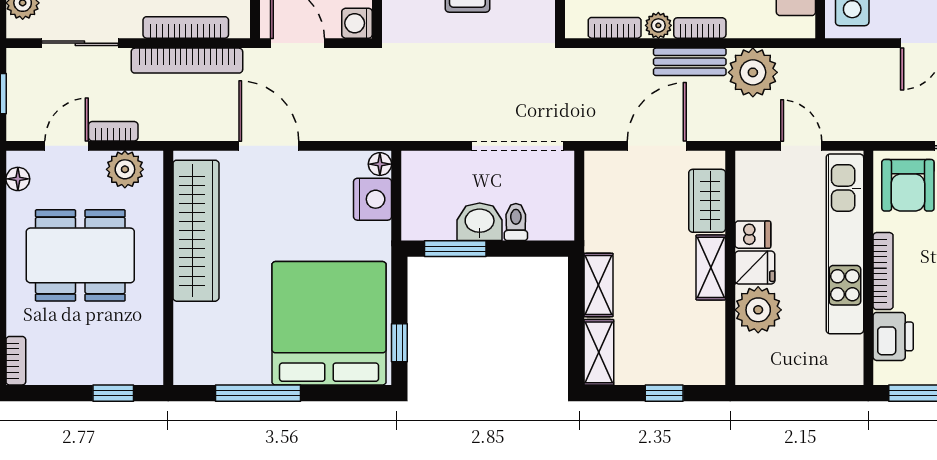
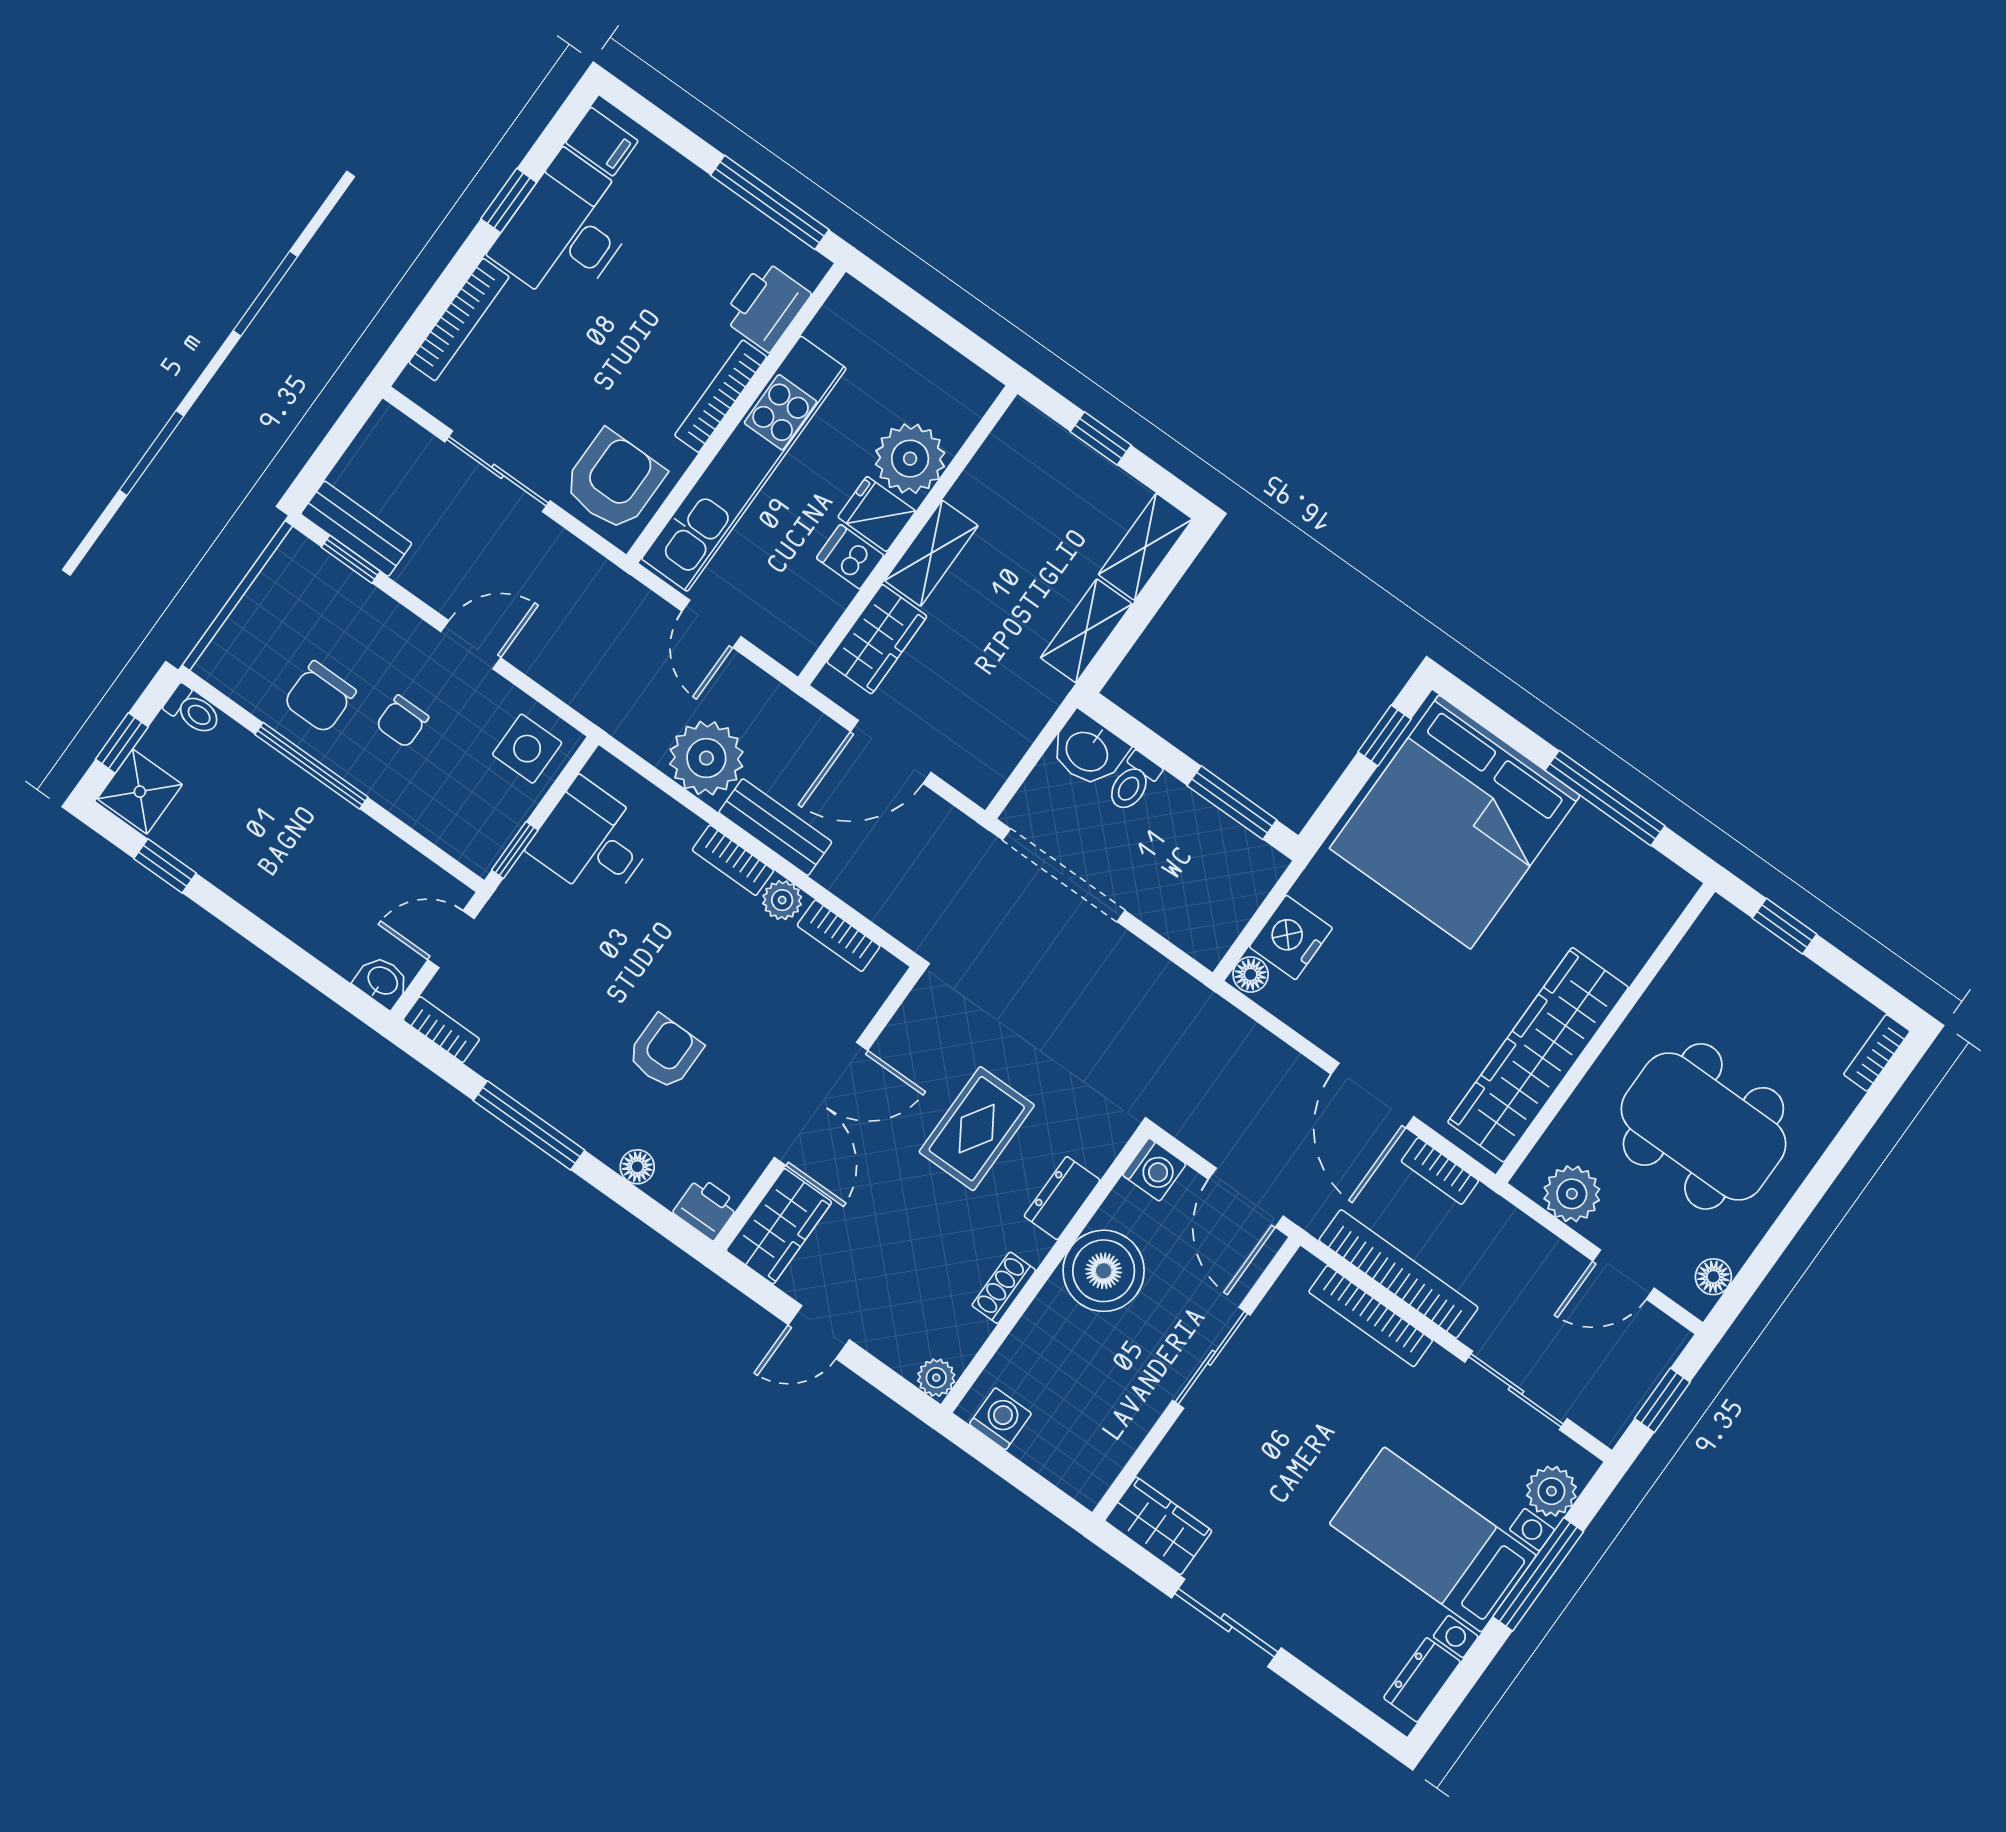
bookcase: (113, 131) -> (1440, 1171), moved
washbasin: (480, 222) -> (1088, 750), moved

